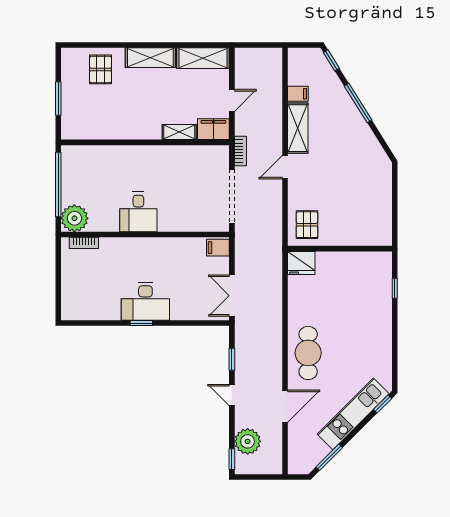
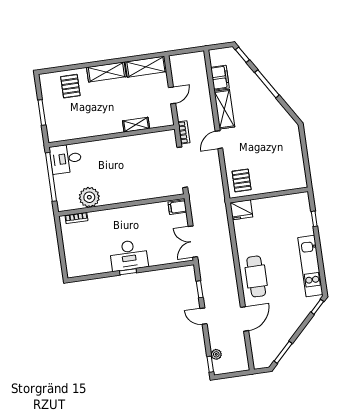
filing cabinet: (298, 94) -> (220, 78), width x2.00
filing cabinet: (213, 129) -> (161, 119), removed
desk: (138, 212) -> (66, 159), moved, turned 90
plant: (74, 218) -> (89, 197), moved
kitchen unit: (353, 414) -> (310, 266), moved, turned -45
plant: (248, 441) -> (216, 354), width x0.53, depth x0.53

